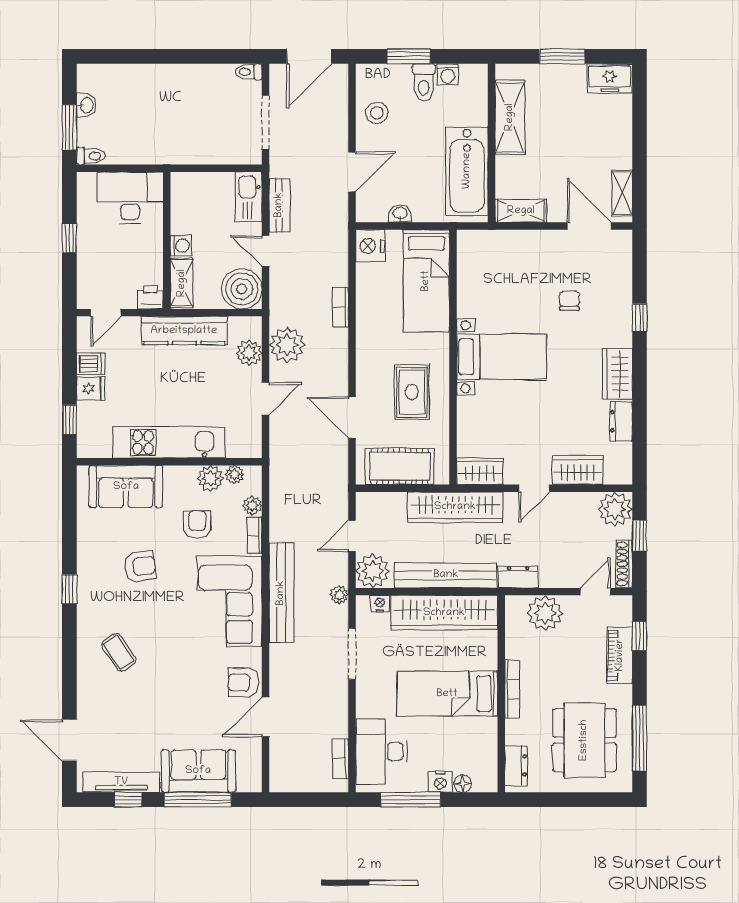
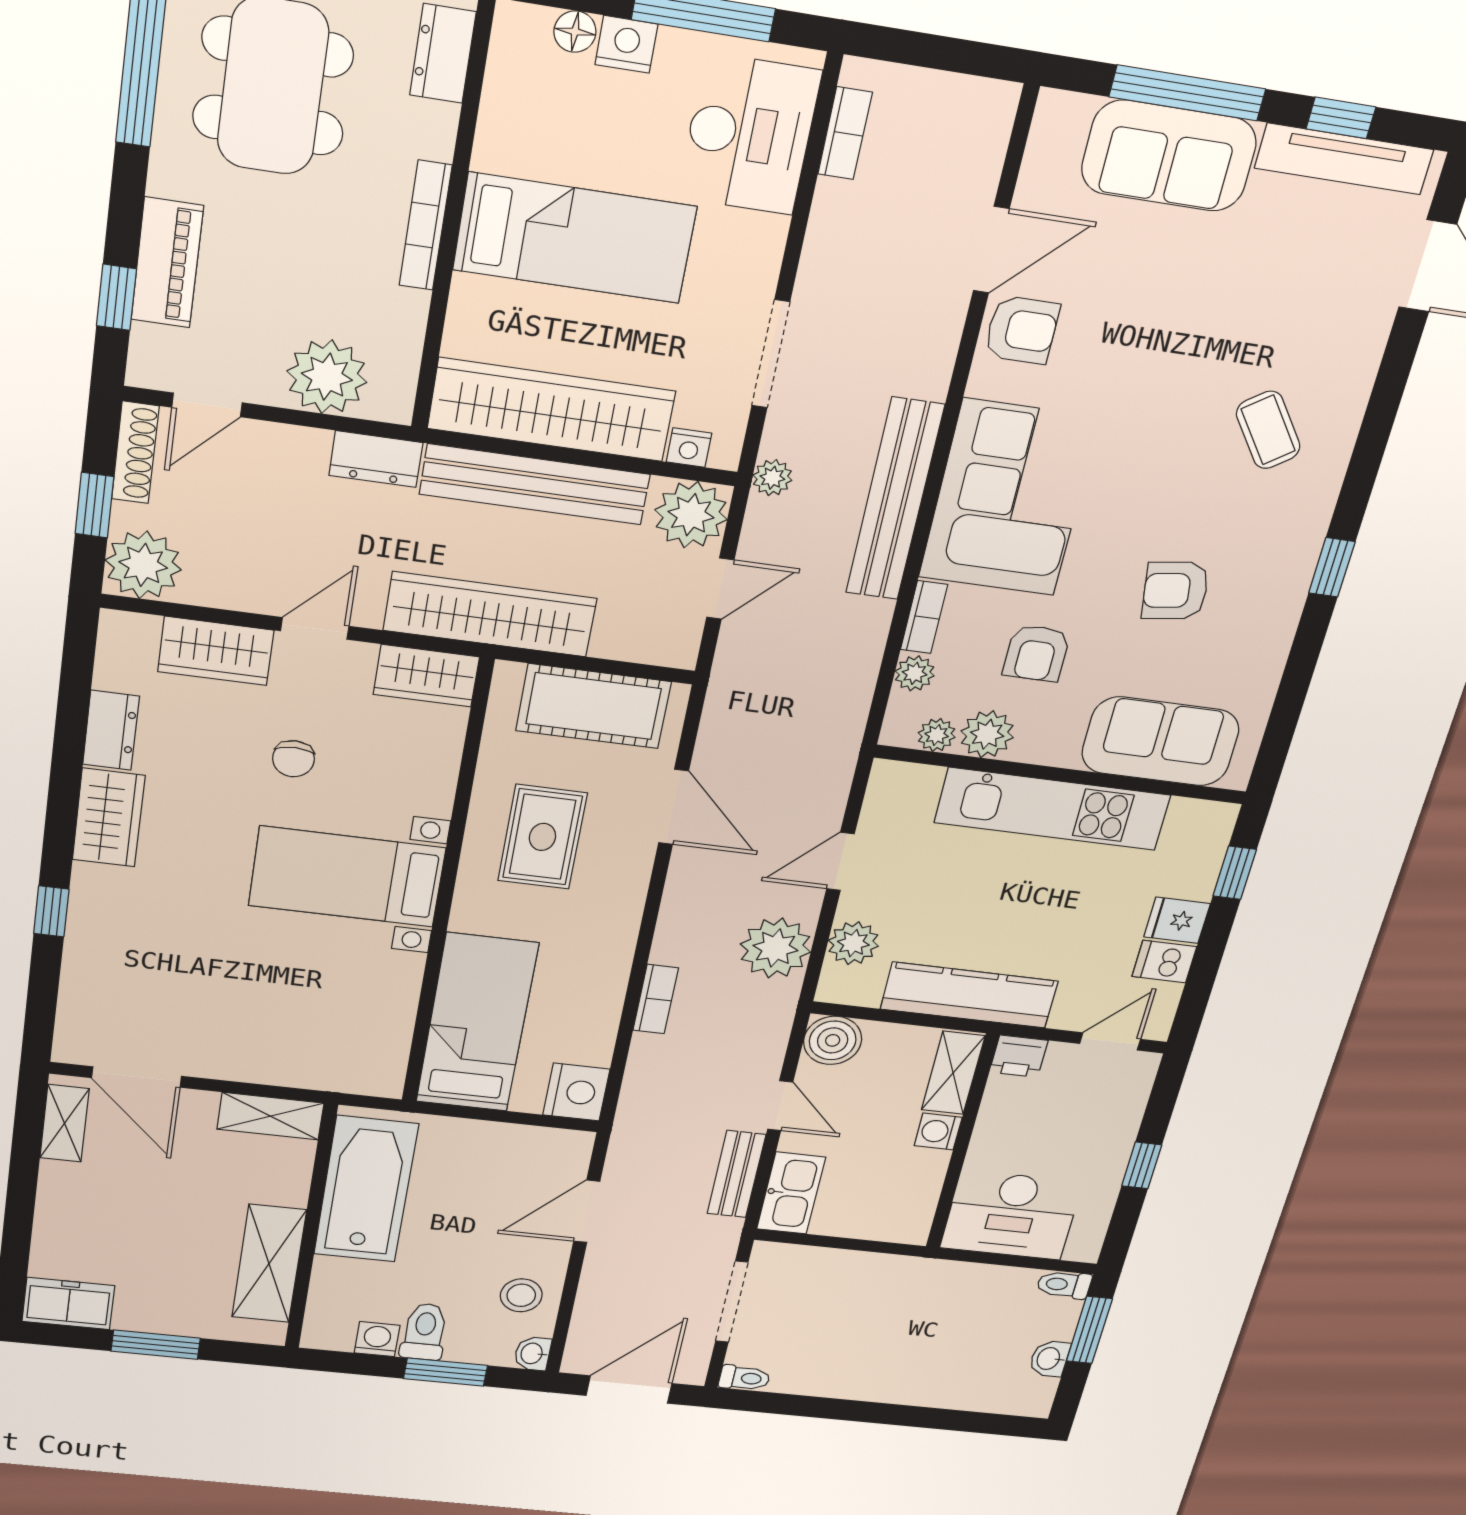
washbasin: (400, 213) -> (533, 1354), moved, turned 90
boiler: (242, 289) -> (833, 1040), width x0.73, depth x0.73
chair: (569, 301) -> (293, 759), moved

